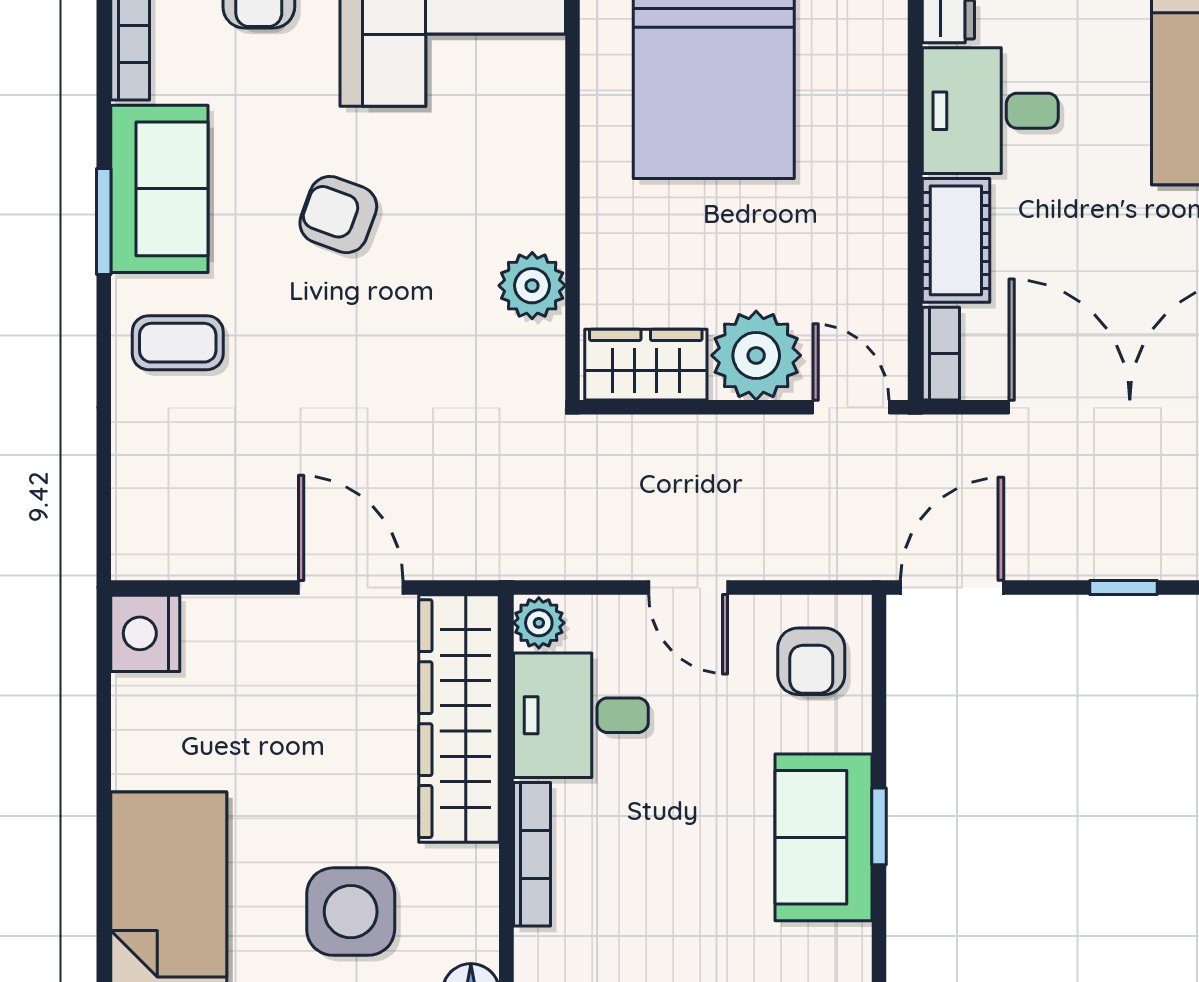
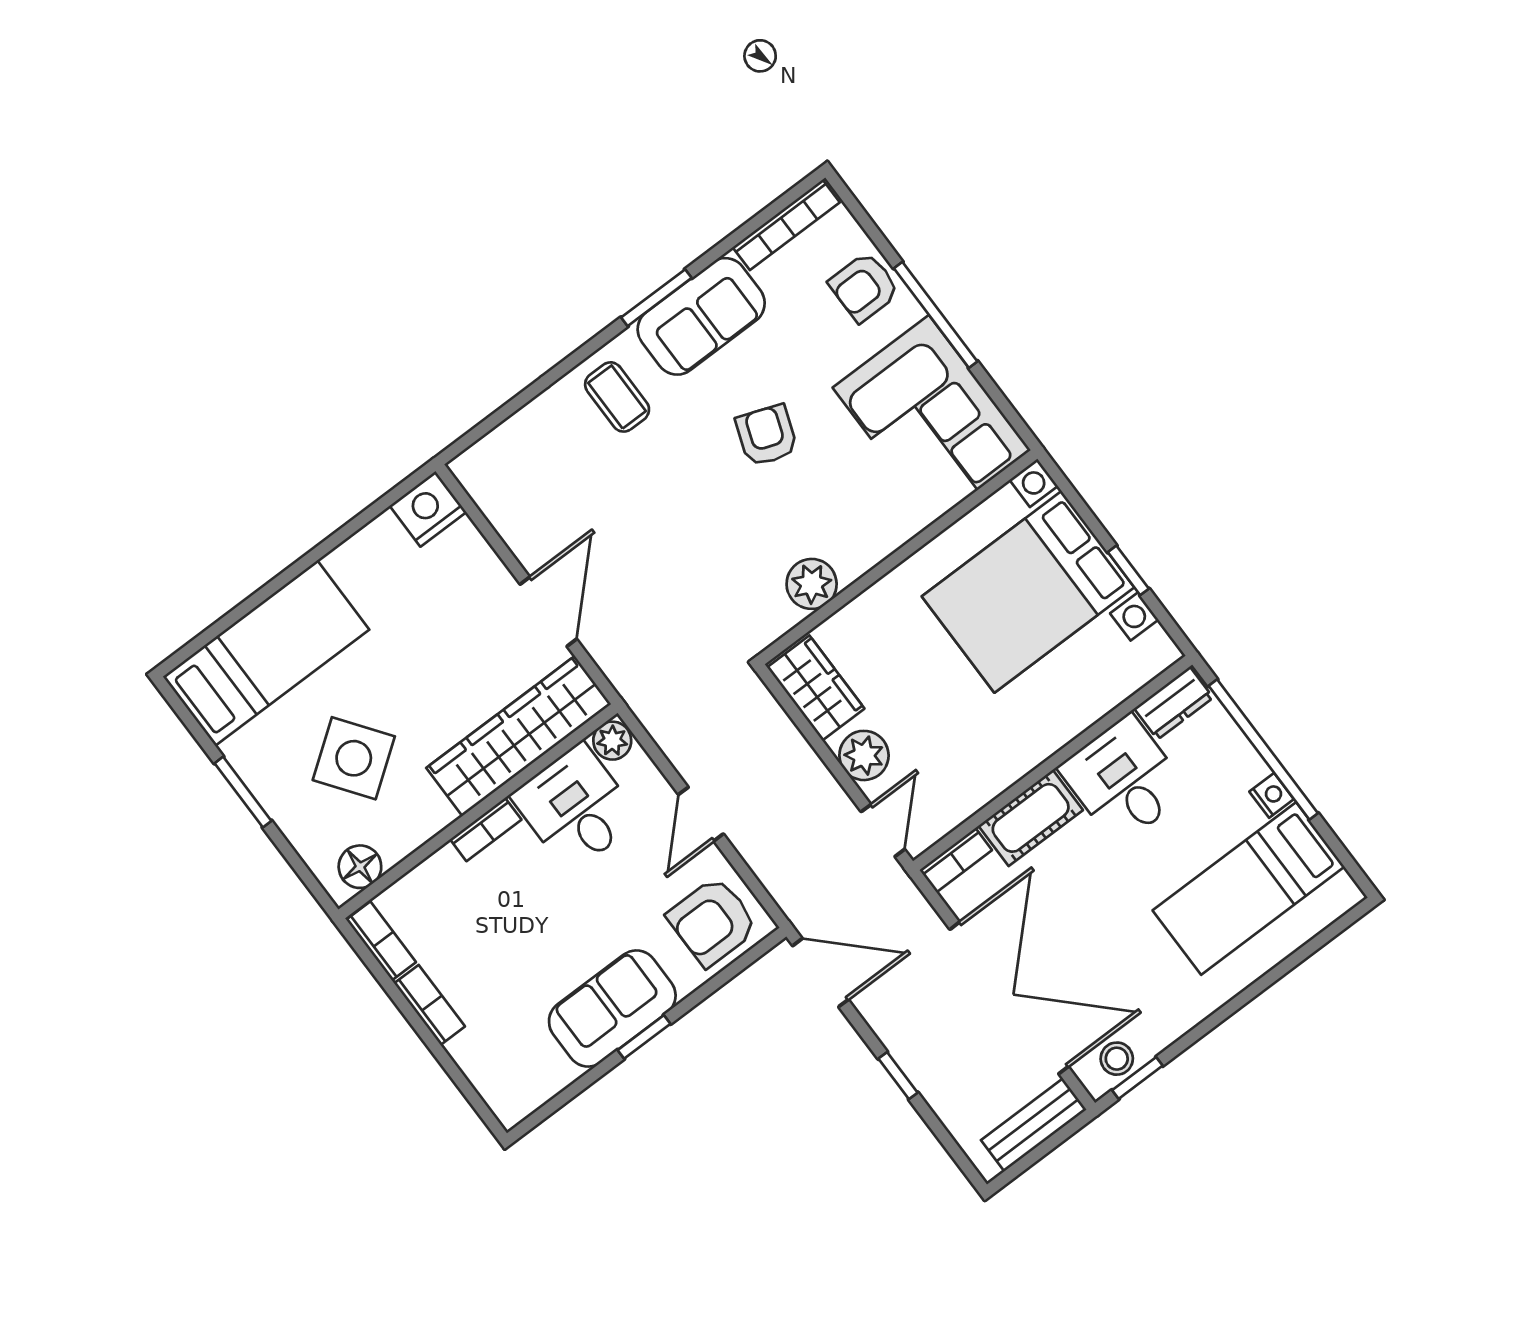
plant: (756, 355) -> (864, 755), width x0.73, depth x0.73
armchair: (811, 661) -> (712, 922), width x1.38, depth x1.38
bookcase: (532, 854) -> (486, 829), width x0.64
side table: (351, 912) -> (354, 758), turned -36

